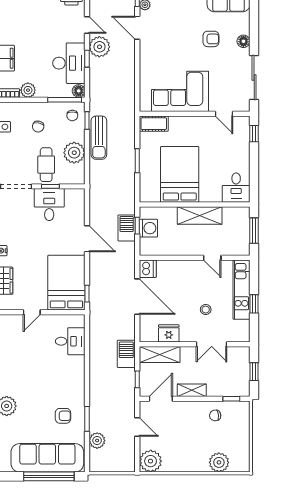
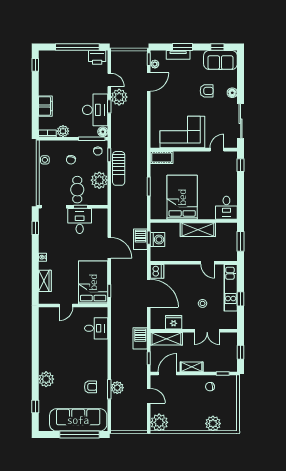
door: (137, 28) -> (149, 82), swing flipped
door: (224, 114) -> (217, 150), swing flipped
plant: (97, 441) -> (117, 388), moved

